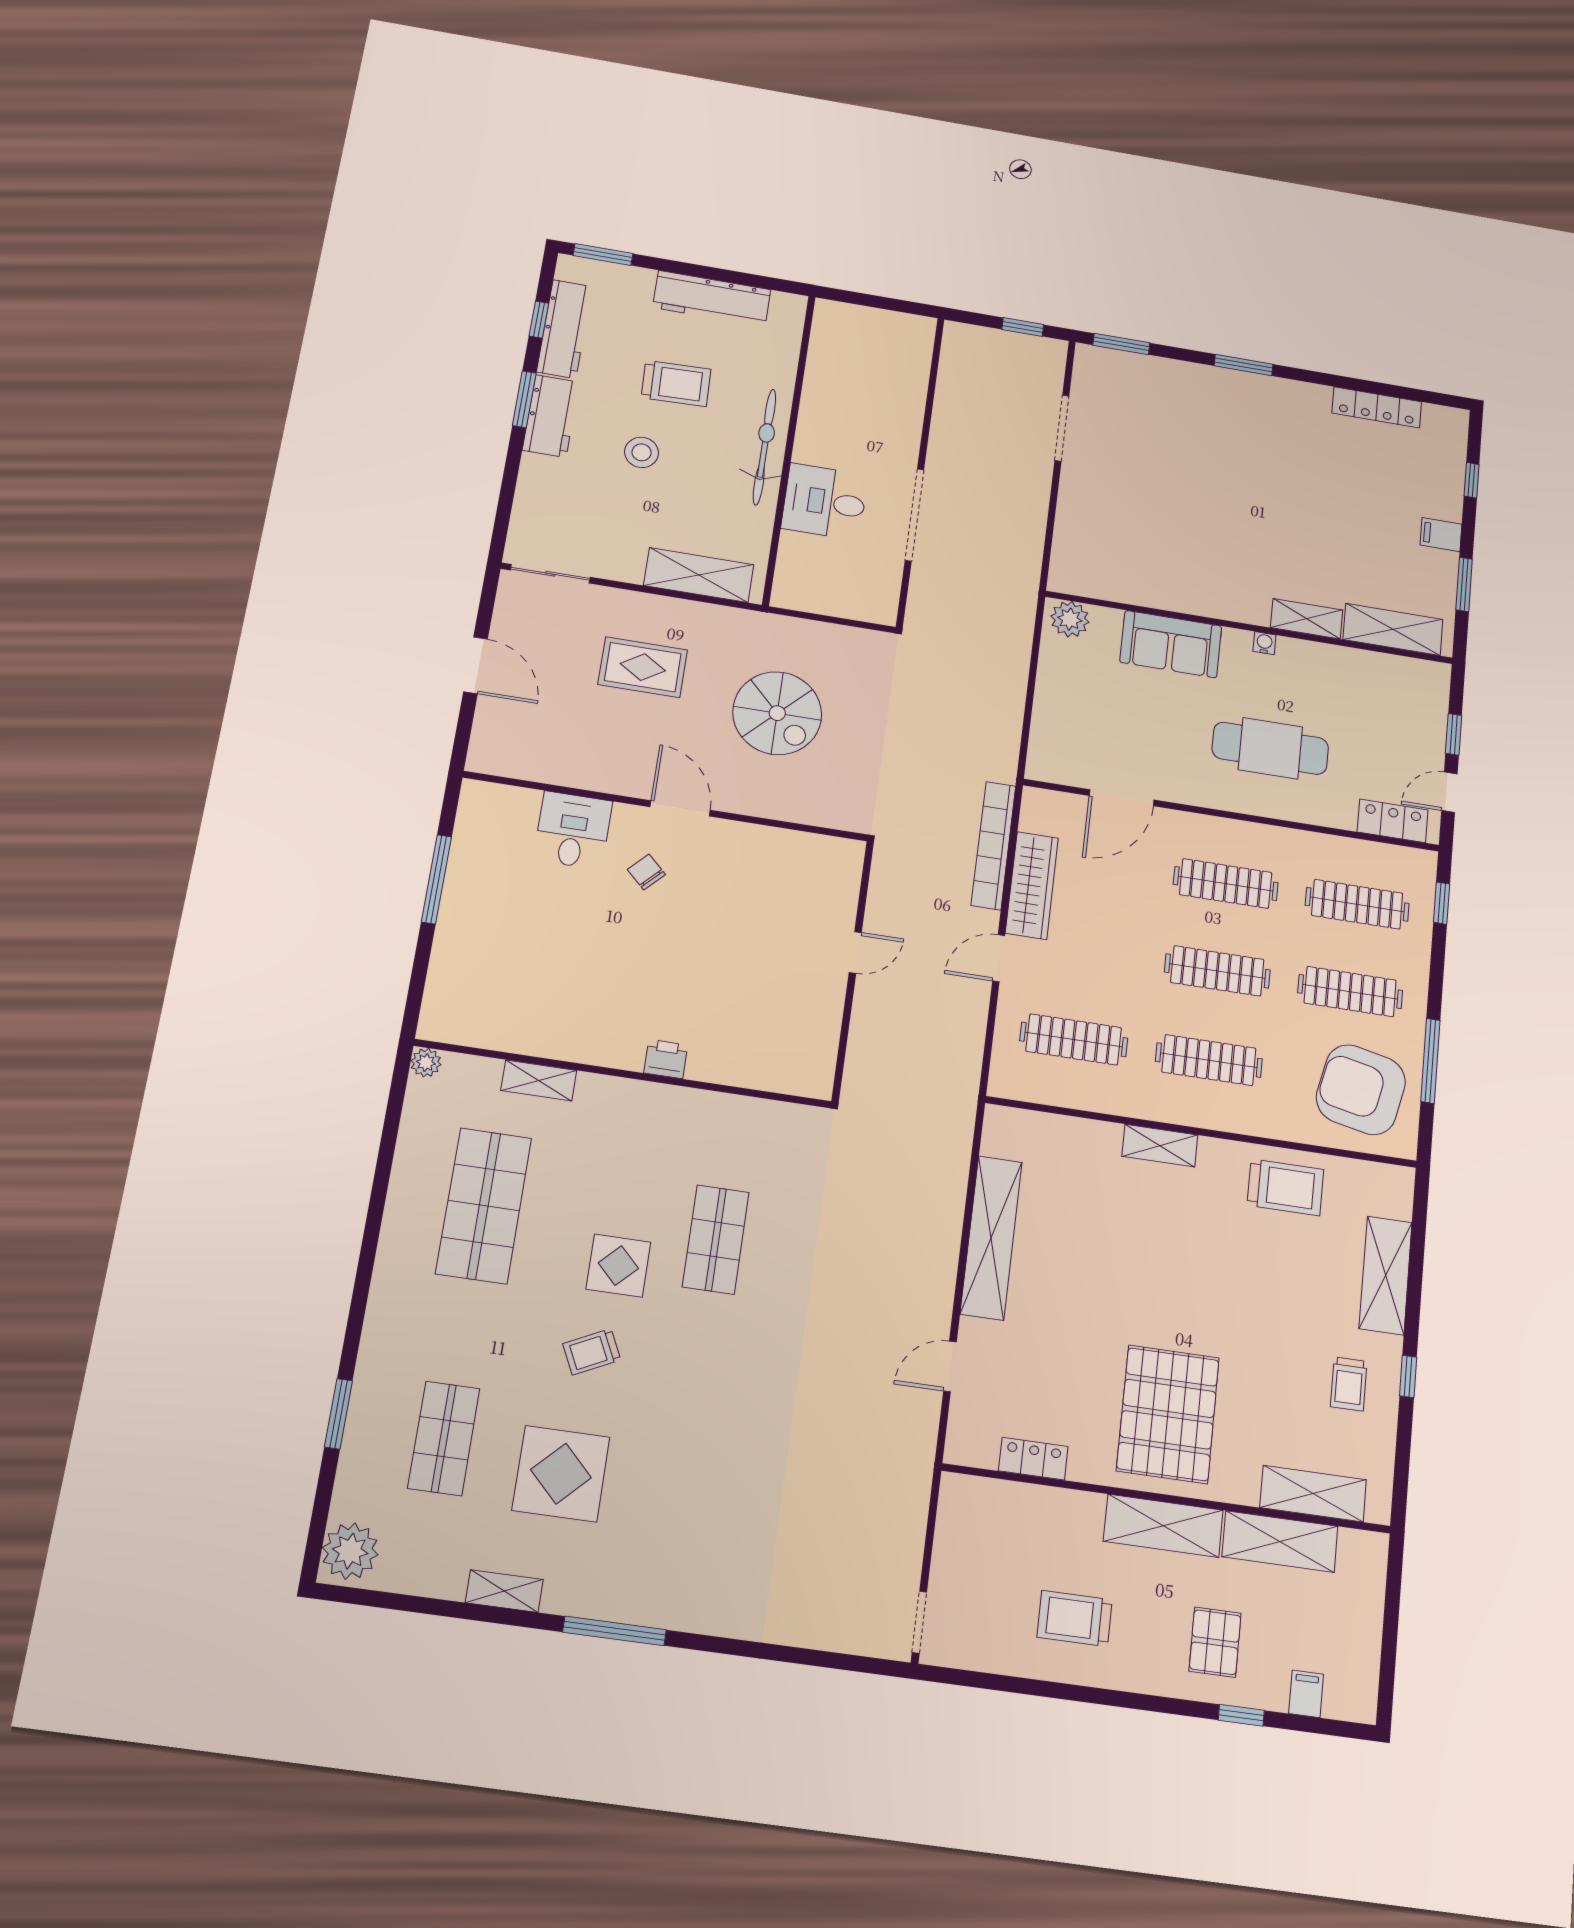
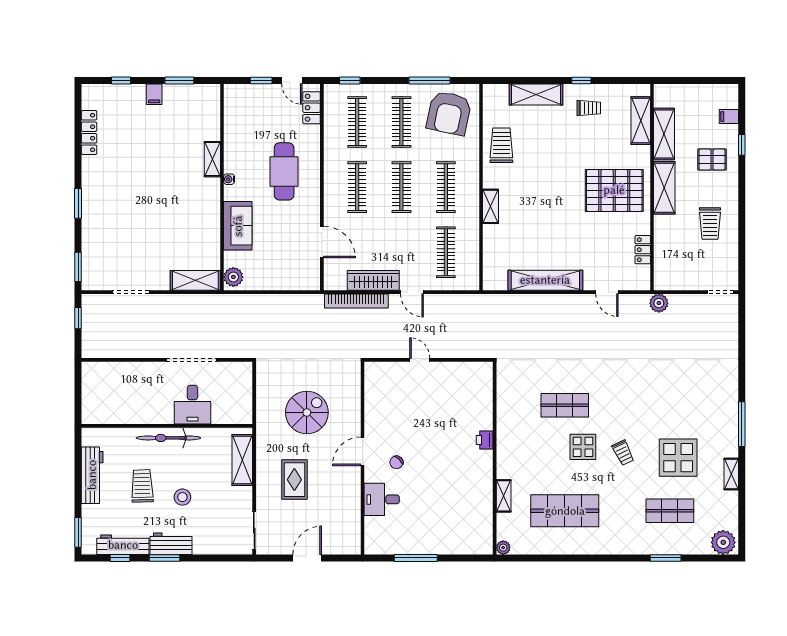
shelving: (1393, 629) -> (195, 280), moved, turned 90
plant: (912, 1478) -> (659, 303), added

